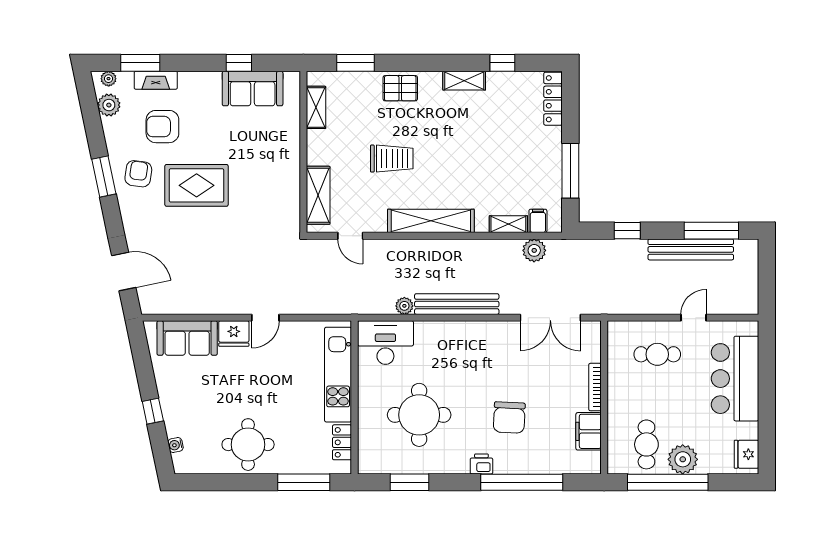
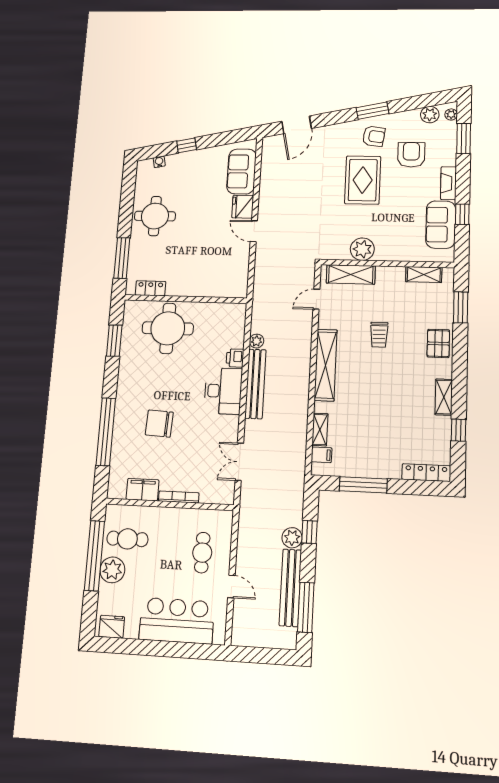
fireplace: (156, 80) -> (448, 183), moved
trolley: (392, 159) -> (379, 335), width x0.73, depth x0.72
plant: (286, 182) -> (362, 249), added
plant: (534, 250) -> (292, 538), moved
double door: (550, 318) -> (239, 462), width x0.73
desk: (385, 343) -> (223, 391), moved
kitchen unit: (338, 375) -> (204, 287), removed
round table: (419, 415) -> (168, 328), moved
printer: (481, 464) -> (235, 358), moved, turned 180

